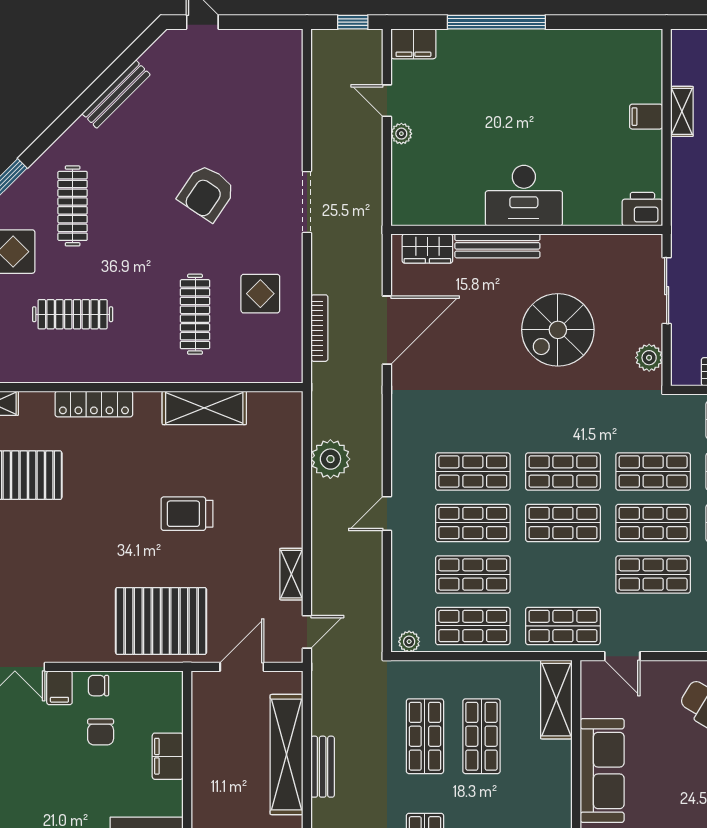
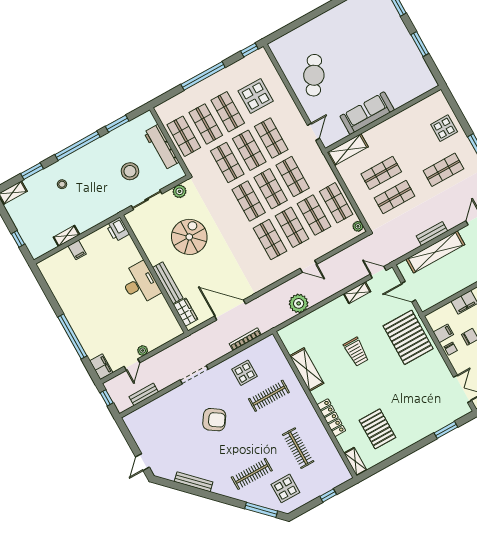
bench: (322, 92) -> (144, 394), added
spiral stairs: (558, 330) -> (189, 237), turned -90
shop shelf: (563, 626) -> (293, 177), moved
filing cabinet: (59, 688) -> (443, 333), moved

